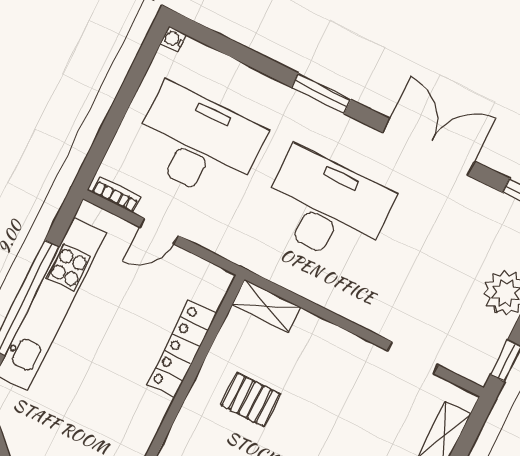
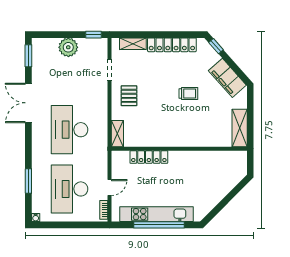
window: (321, 93) -> (28, 181), moved
door: (159, 231) -> (110, 187), hinge flipped
pallet: (250, 400) -> (129, 96), moved

